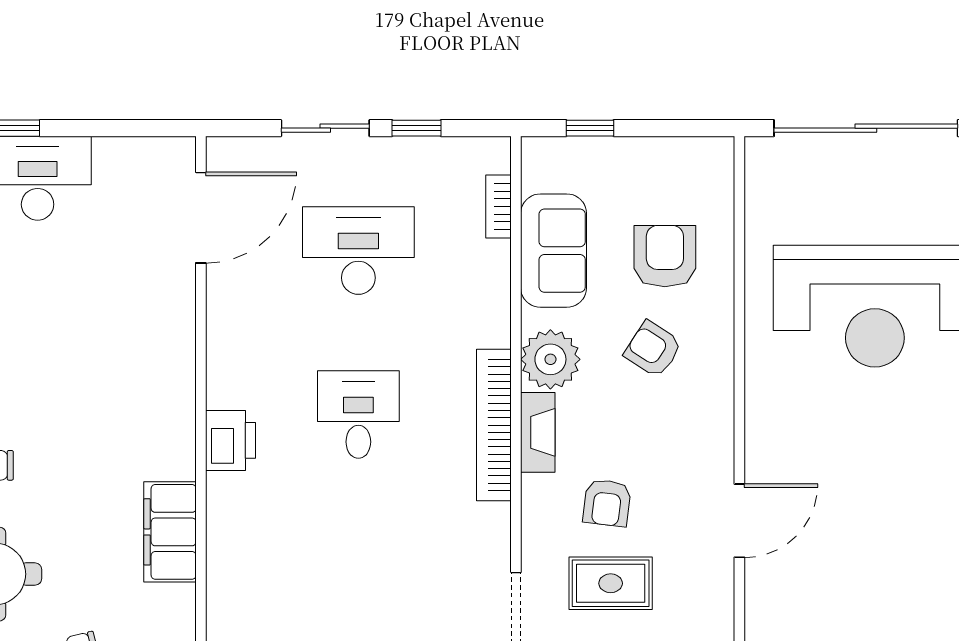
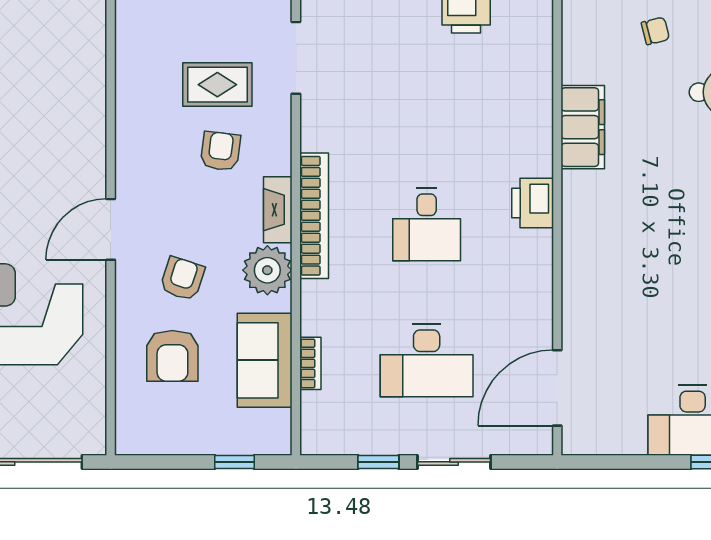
bookcase: (499, 207) -> (310, 363), moved
armchair: (653, 349) -> (182, 279), turned -105
door: (739, 521) -> (111, 229), moved

